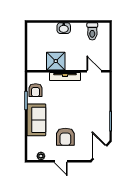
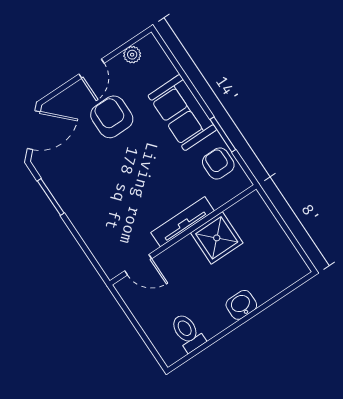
door: (100, 152) -> (34, 130), hinge flipped
door: (61, 161) -> (91, 69), swing flipped

